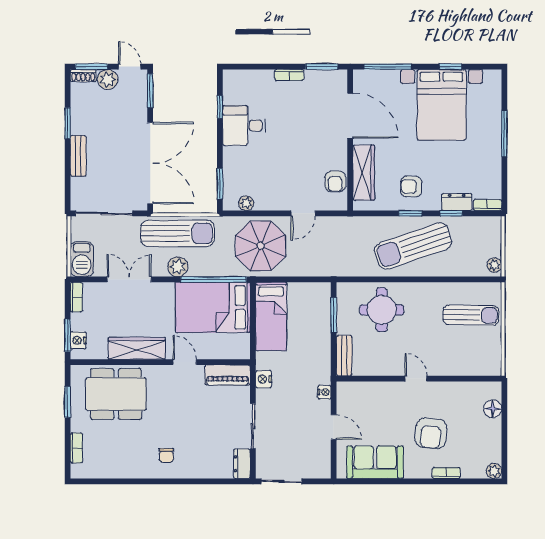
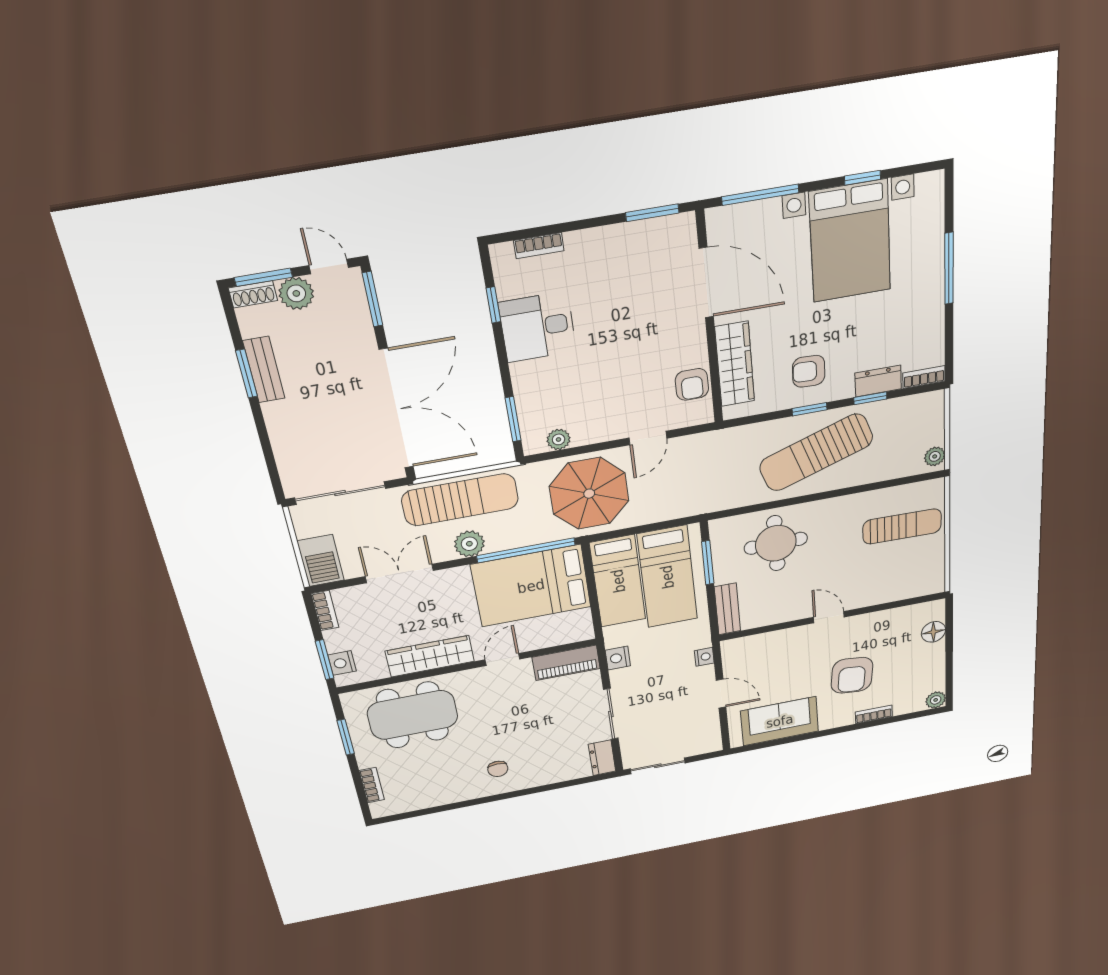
bookcase: (289, 75) -> (539, 246), moved
bench: (78, 156) -> (264, 370), moved
bed: (305, 320) -> (667, 577), added
door: (185, 362) -> (502, 659), hinge flipped

